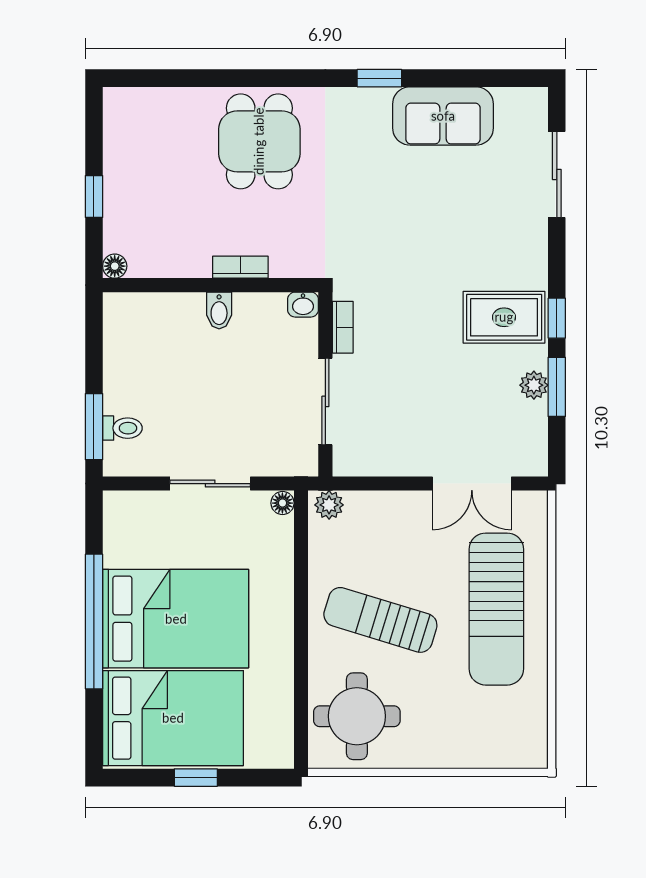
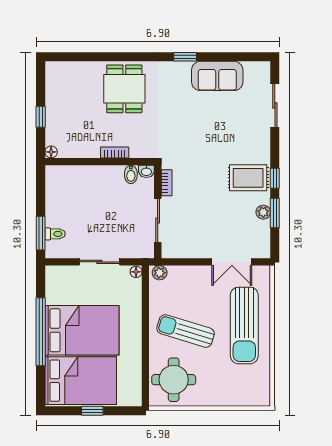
bidet: (219, 311) -> (131, 174), moved

